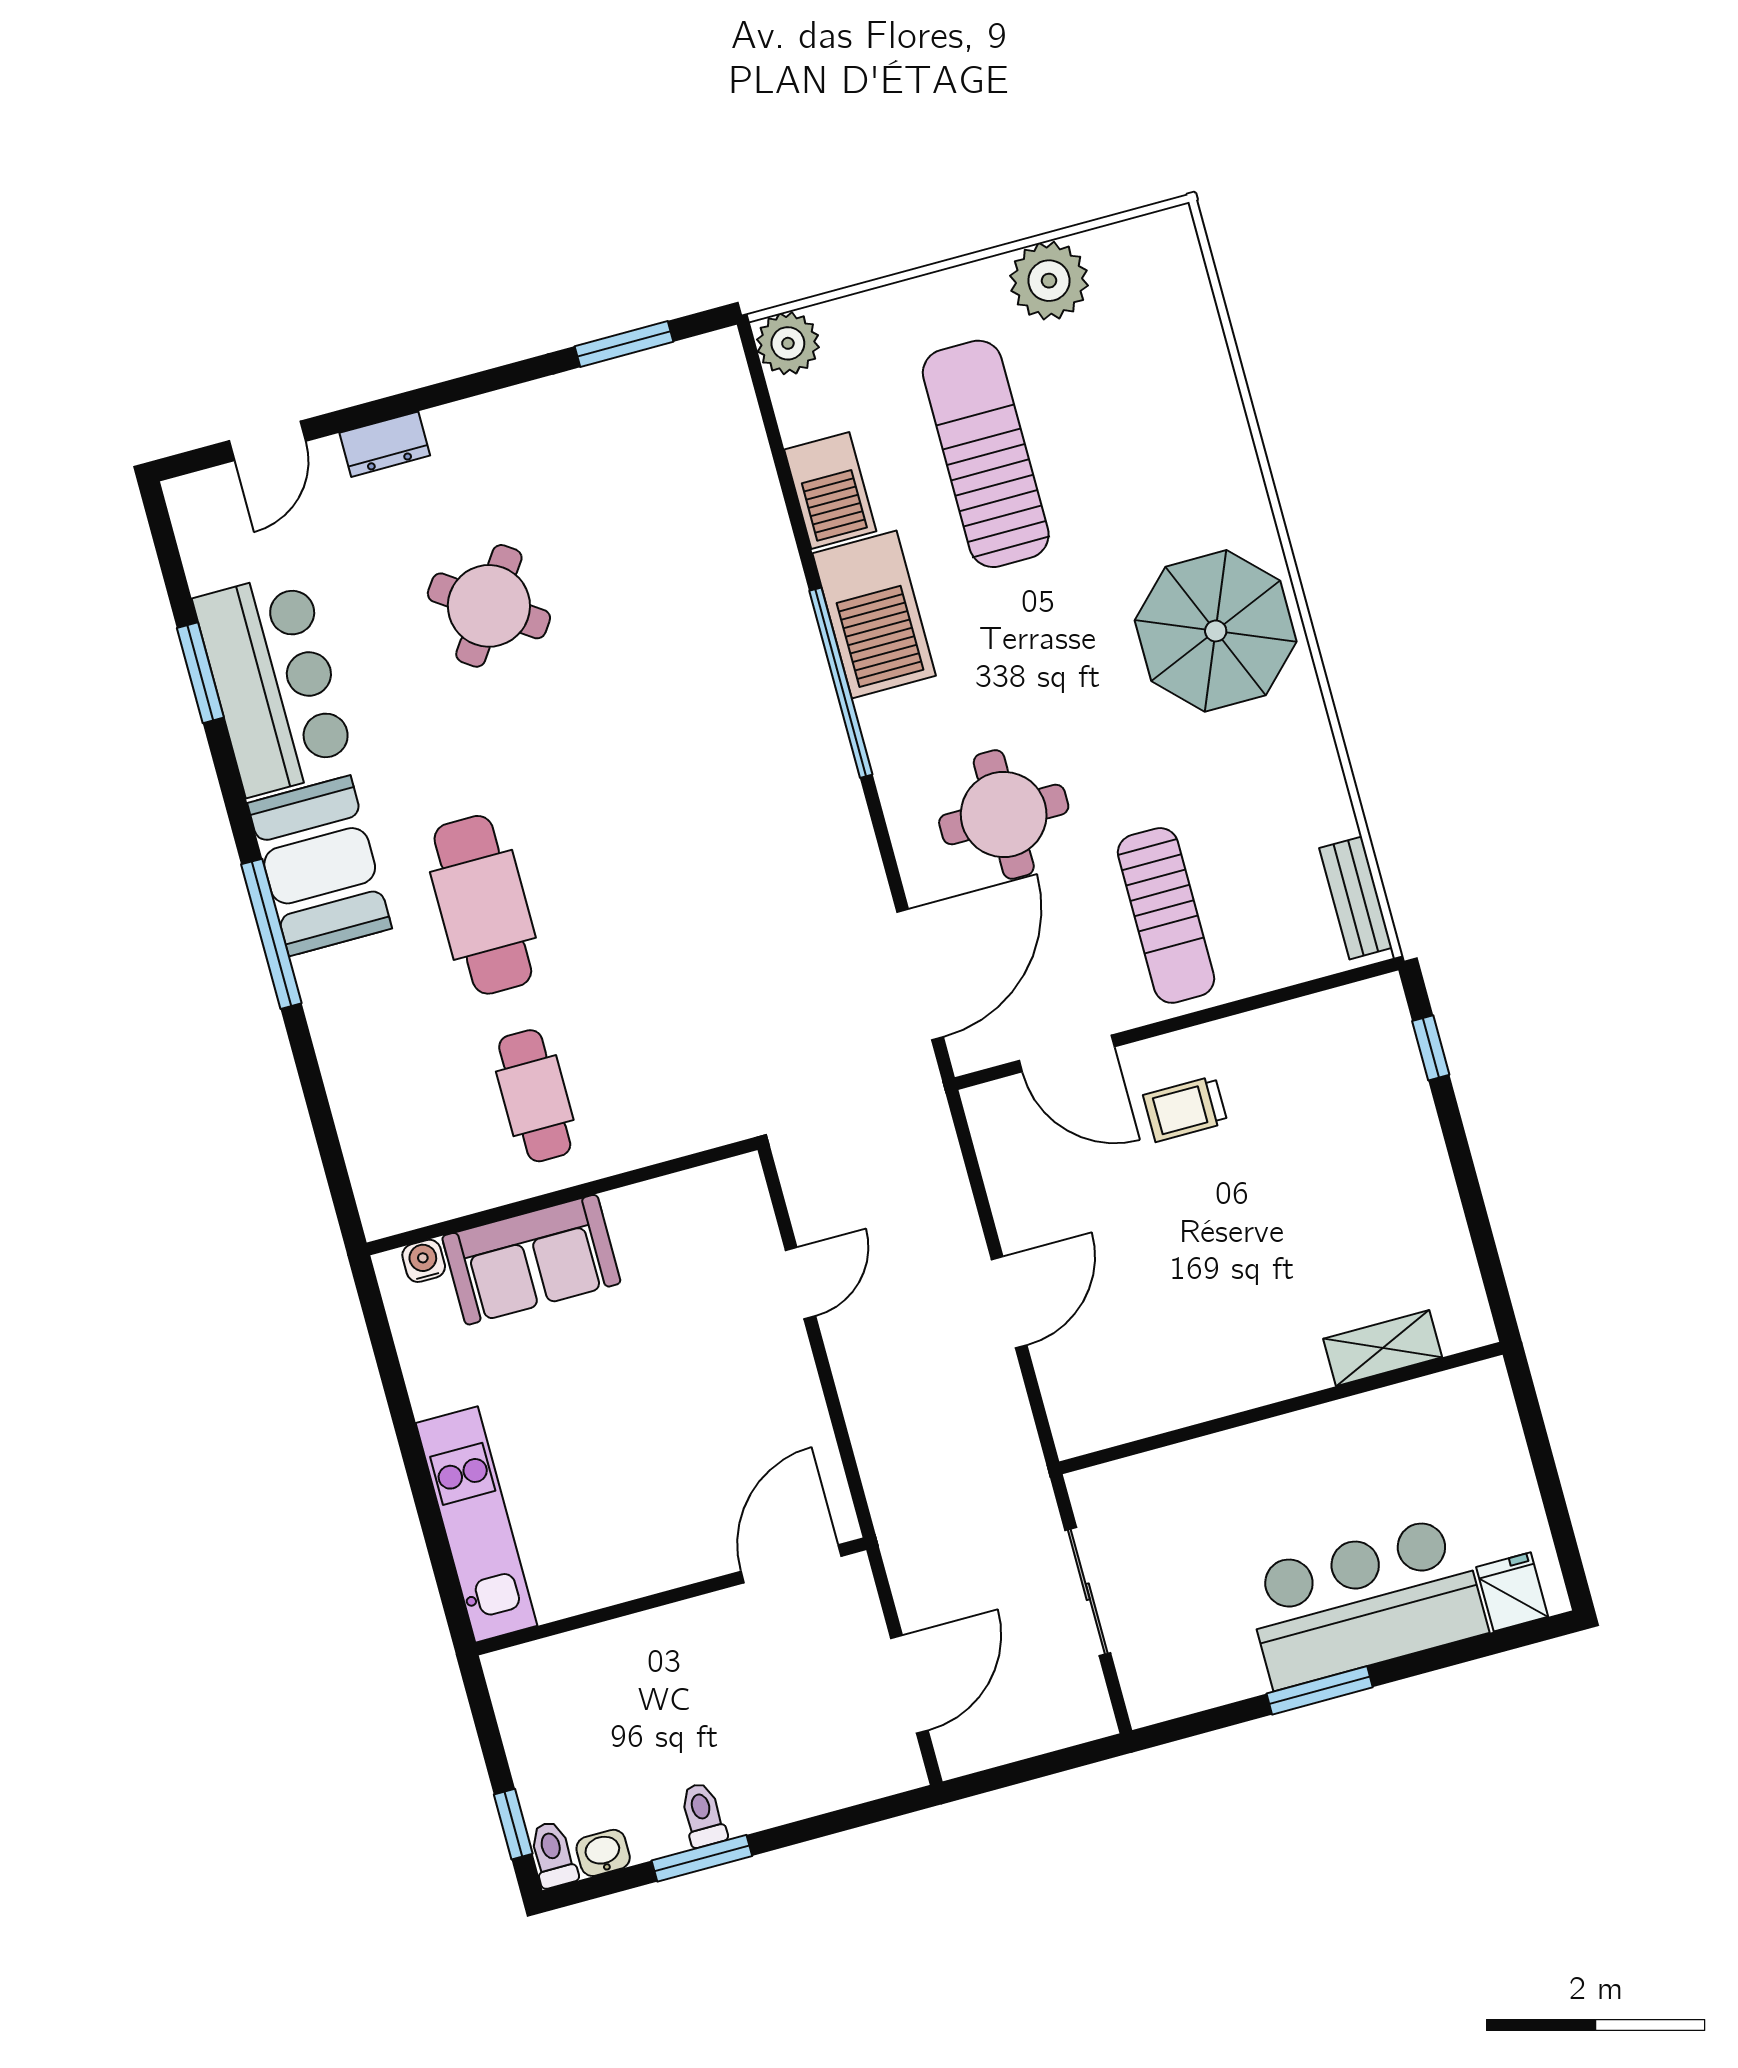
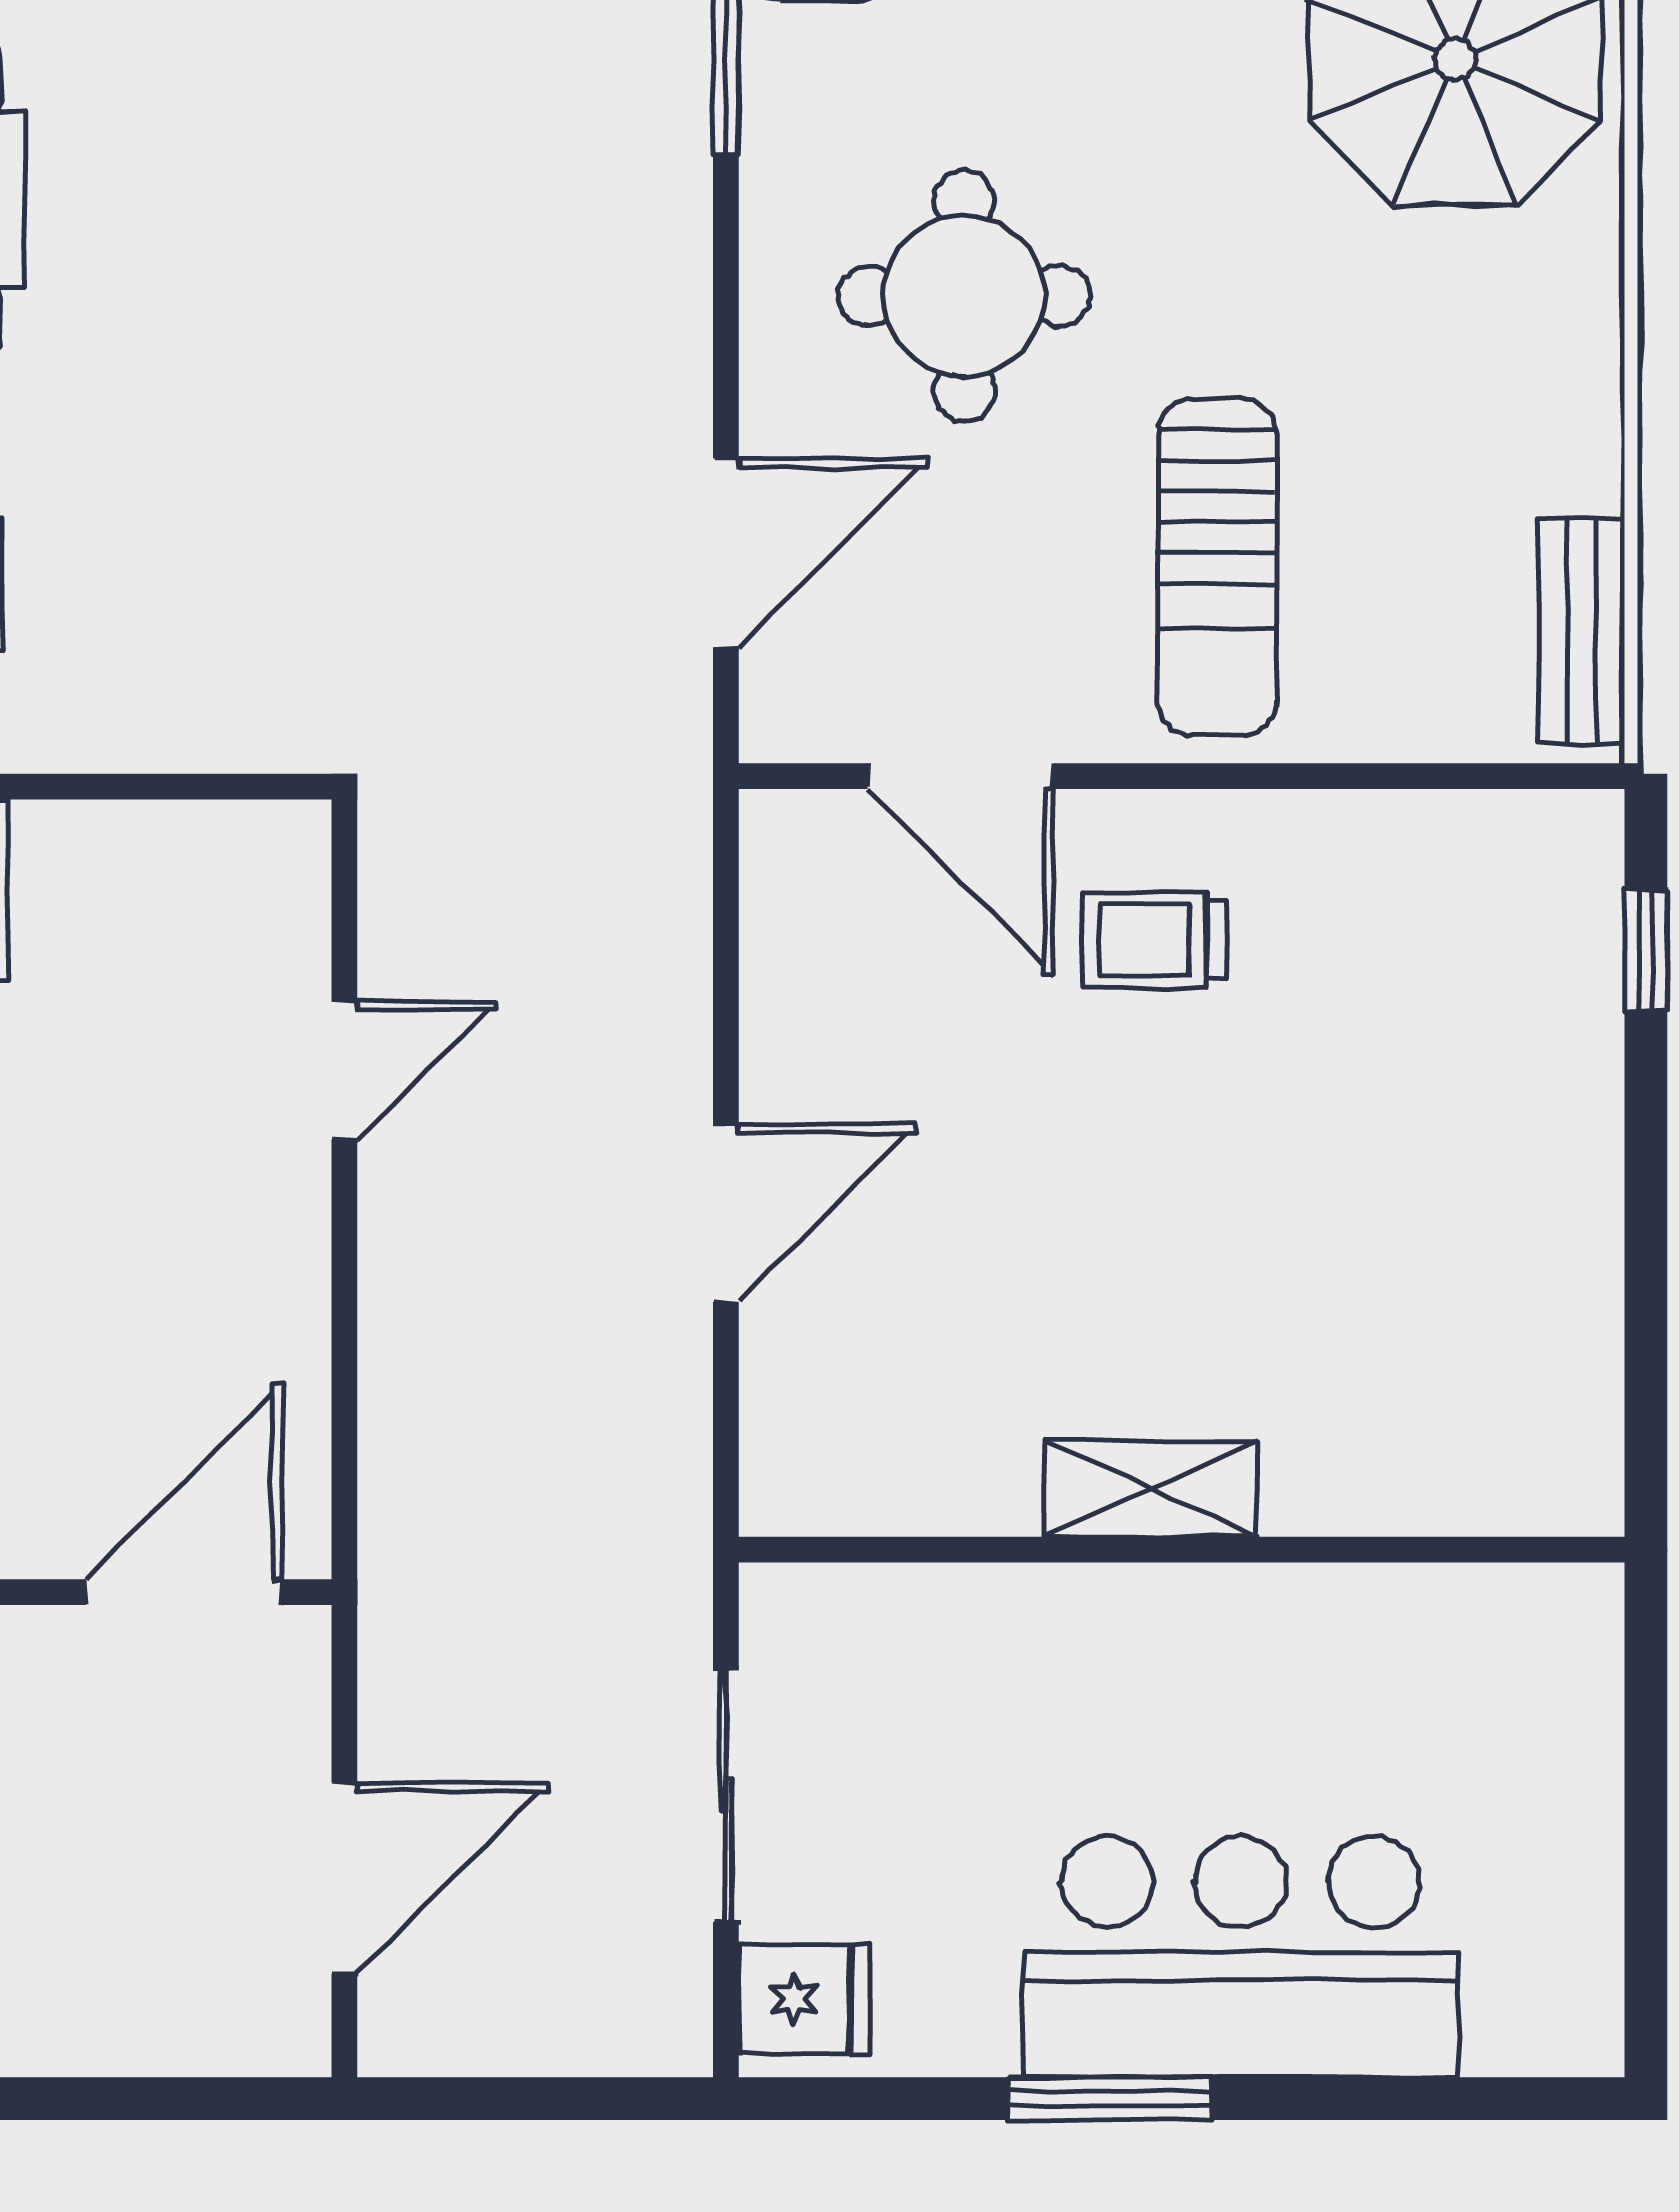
door: (920, 974) -> (726, 553), width x0.73
shelving: (1383, 1348) -> (1150, 1489), moved
fridge: (1512, 1592) -> (804, 1999), moved, turned 90

